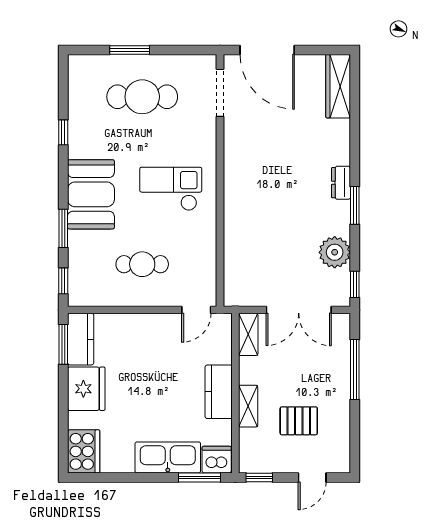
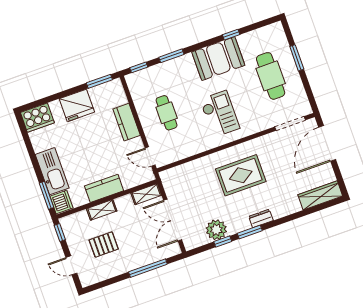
rug: (269, 190) -> (241, 175), added
booth: (91, 194) -> (218, 59), moved
window: (355, 284) -> (223, 242), moved
kitchen counter: (81, 339) -> (127, 122), moved, turned 90
pallet: (299, 421) -> (104, 245), turned 90

